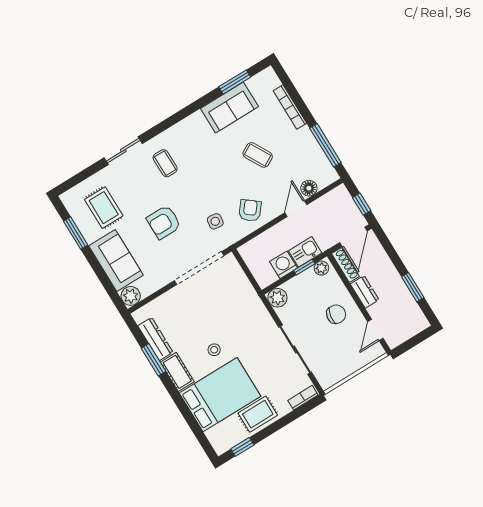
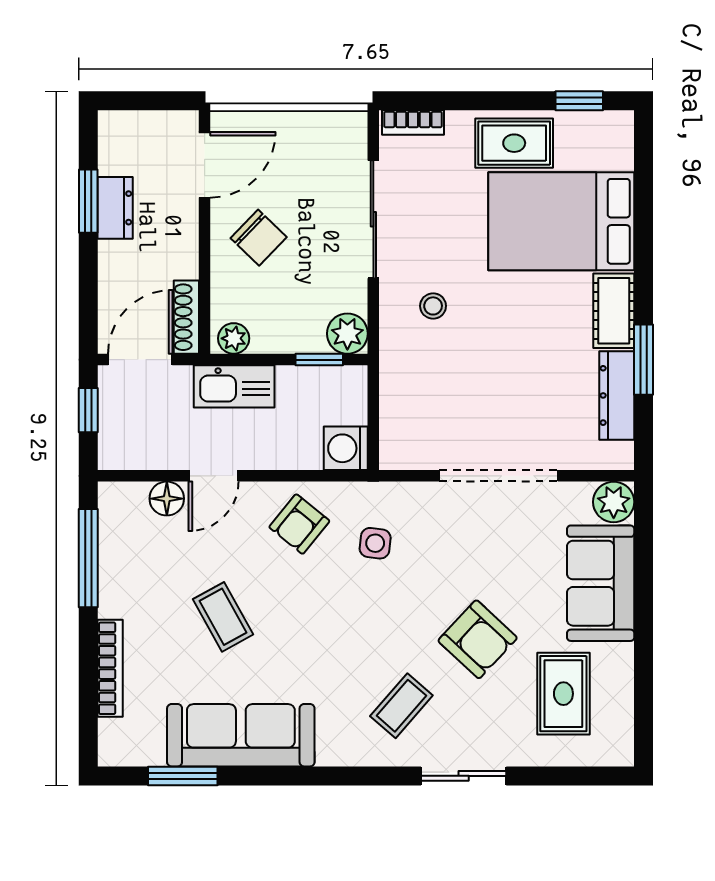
sofa: (229, 108) -> (241, 735), width x1.36
coffee table: (165, 163) -> (401, 706), turned 41
armchair: (164, 222) -> (478, 639), moved, turned 43
window: (76, 233) -> (643, 679), removed
kitchen sink: (305, 252) -> (234, 386), width x1.38
washing machine: (284, 265) -> (346, 448), moved, turned 90
window: (304, 267) -> (319, 360), moved
doorway: (199, 268) -> (498, 476), moved
dresser: (365, 292) -> (115, 208), moved, turned 180
chair: (336, 314) -> (259, 238), turned -145
door: (375, 330) -> (205, 165), width x1.38
stool: (214, 350) -> (433, 306), moved

